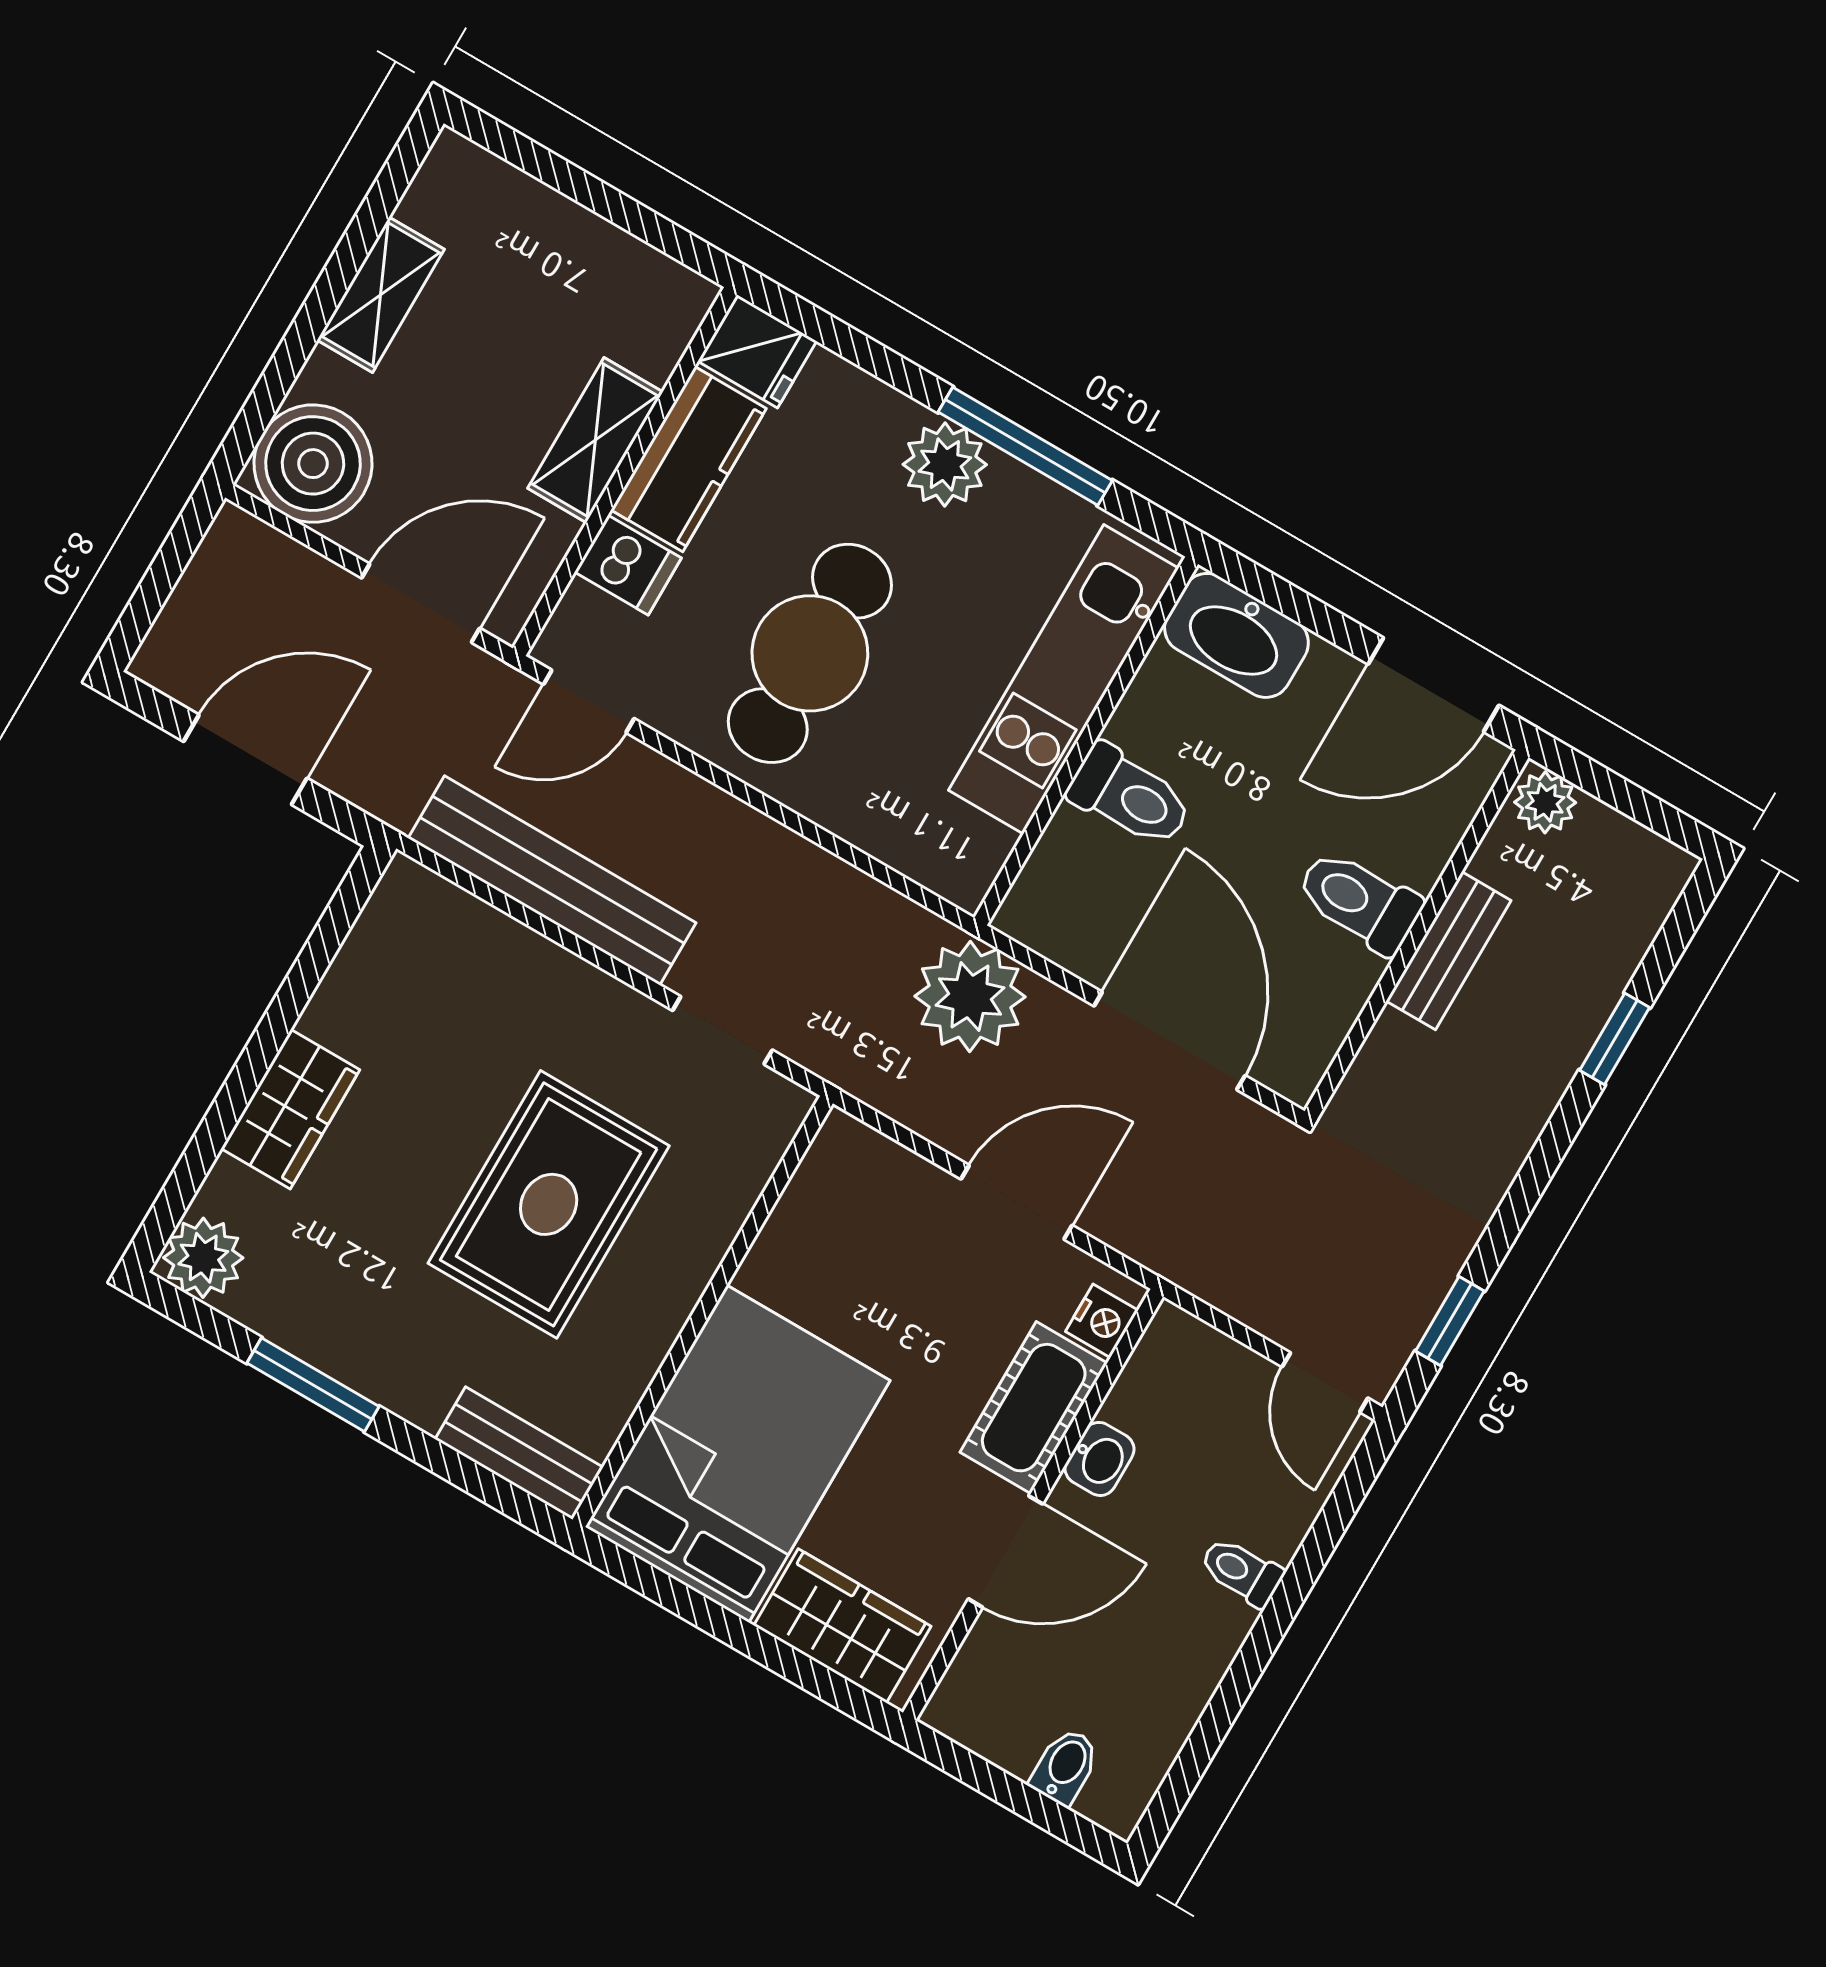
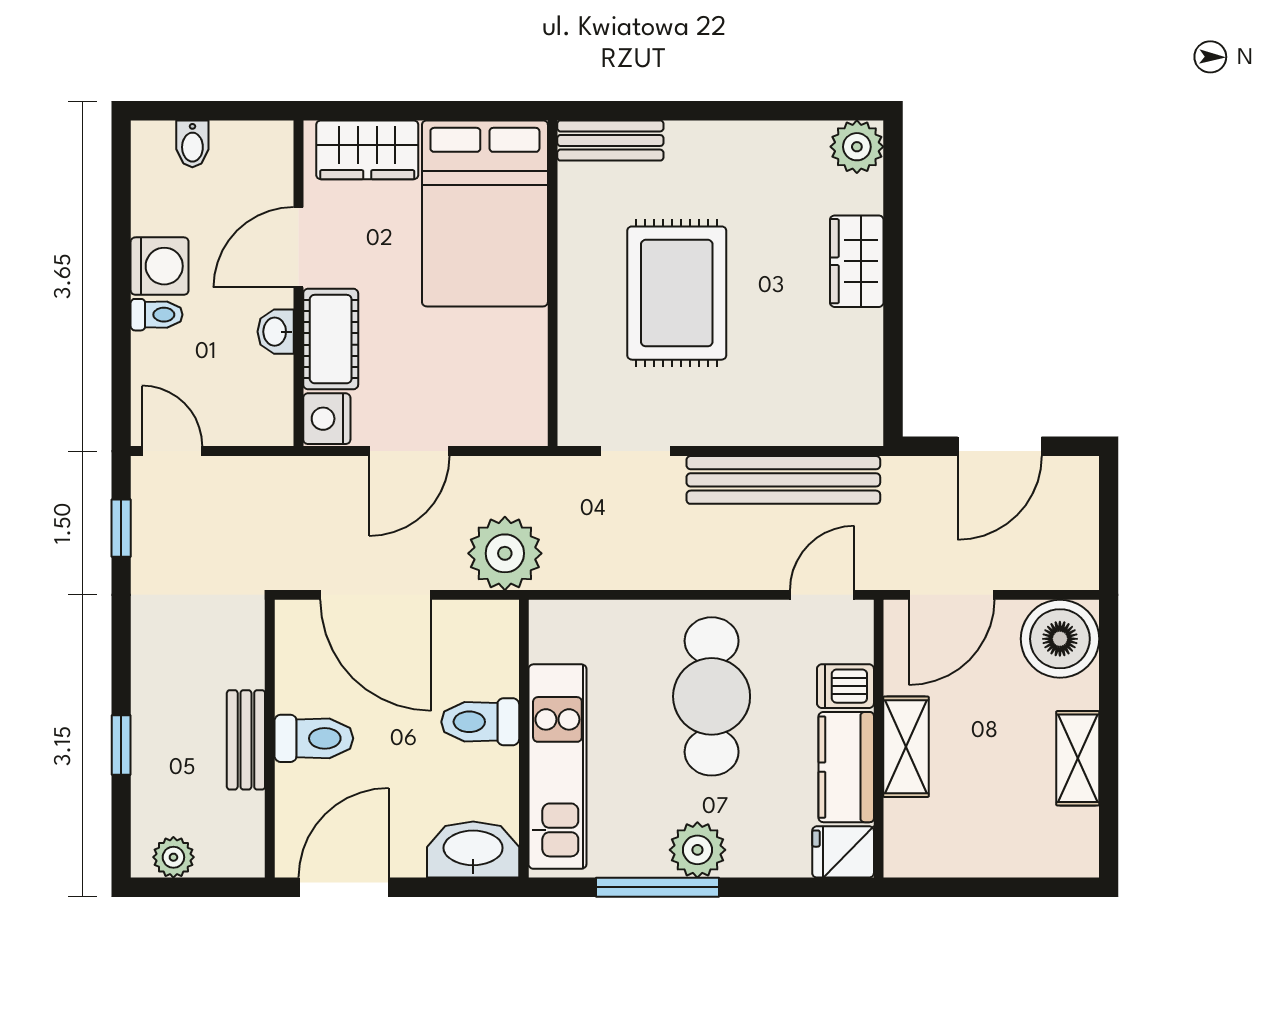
plant: (1545, 802) -> (173, 857), moved
nightstand: (1102, 1321) -> (327, 419), width x1.39, depth x1.35
window: (313, 1385) -> (751, 111), removed
washing machine: (1201, 1632) -> (160, 266), added

